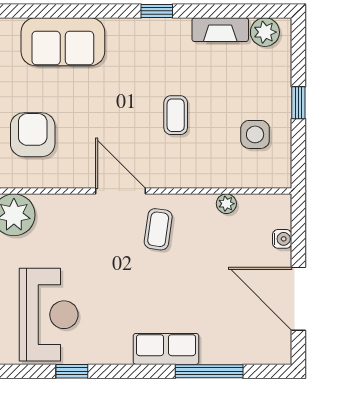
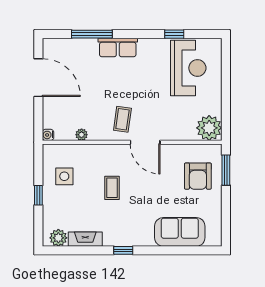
water cooler: (282, 239) -> (48, 135), moved
reception desk: (49, 315) -> (188, 68), turned 180

